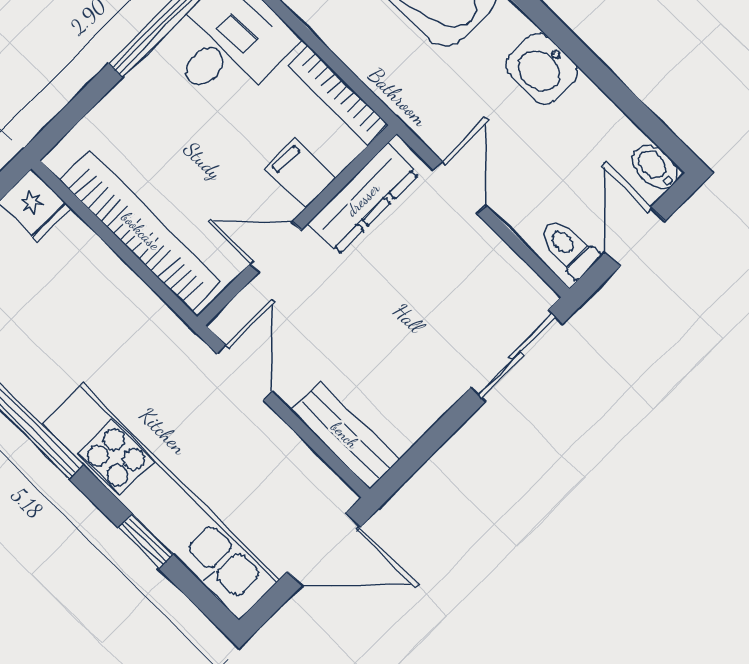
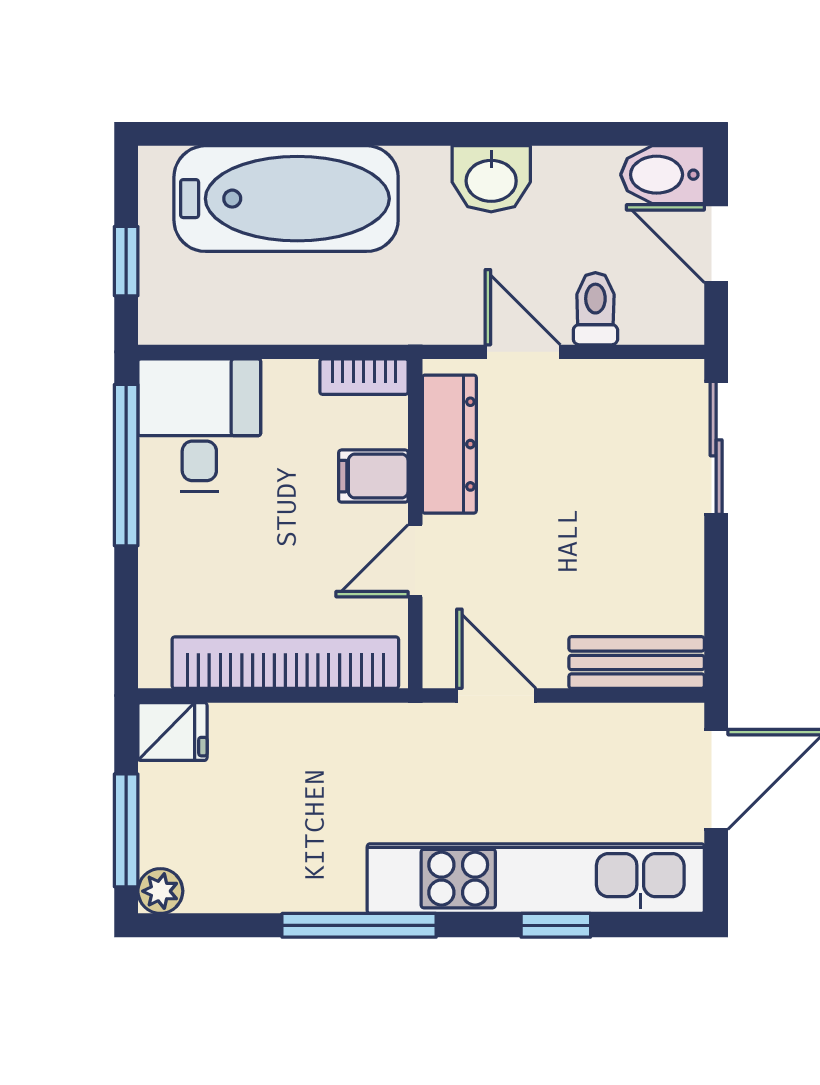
bookcase: (338, 95) -> (364, 377), width x0.64
bidet: (655, 167) -> (662, 175), width x1.38, depth x1.36
toilet: (569, 248) -> (595, 309), moved, turned 90

